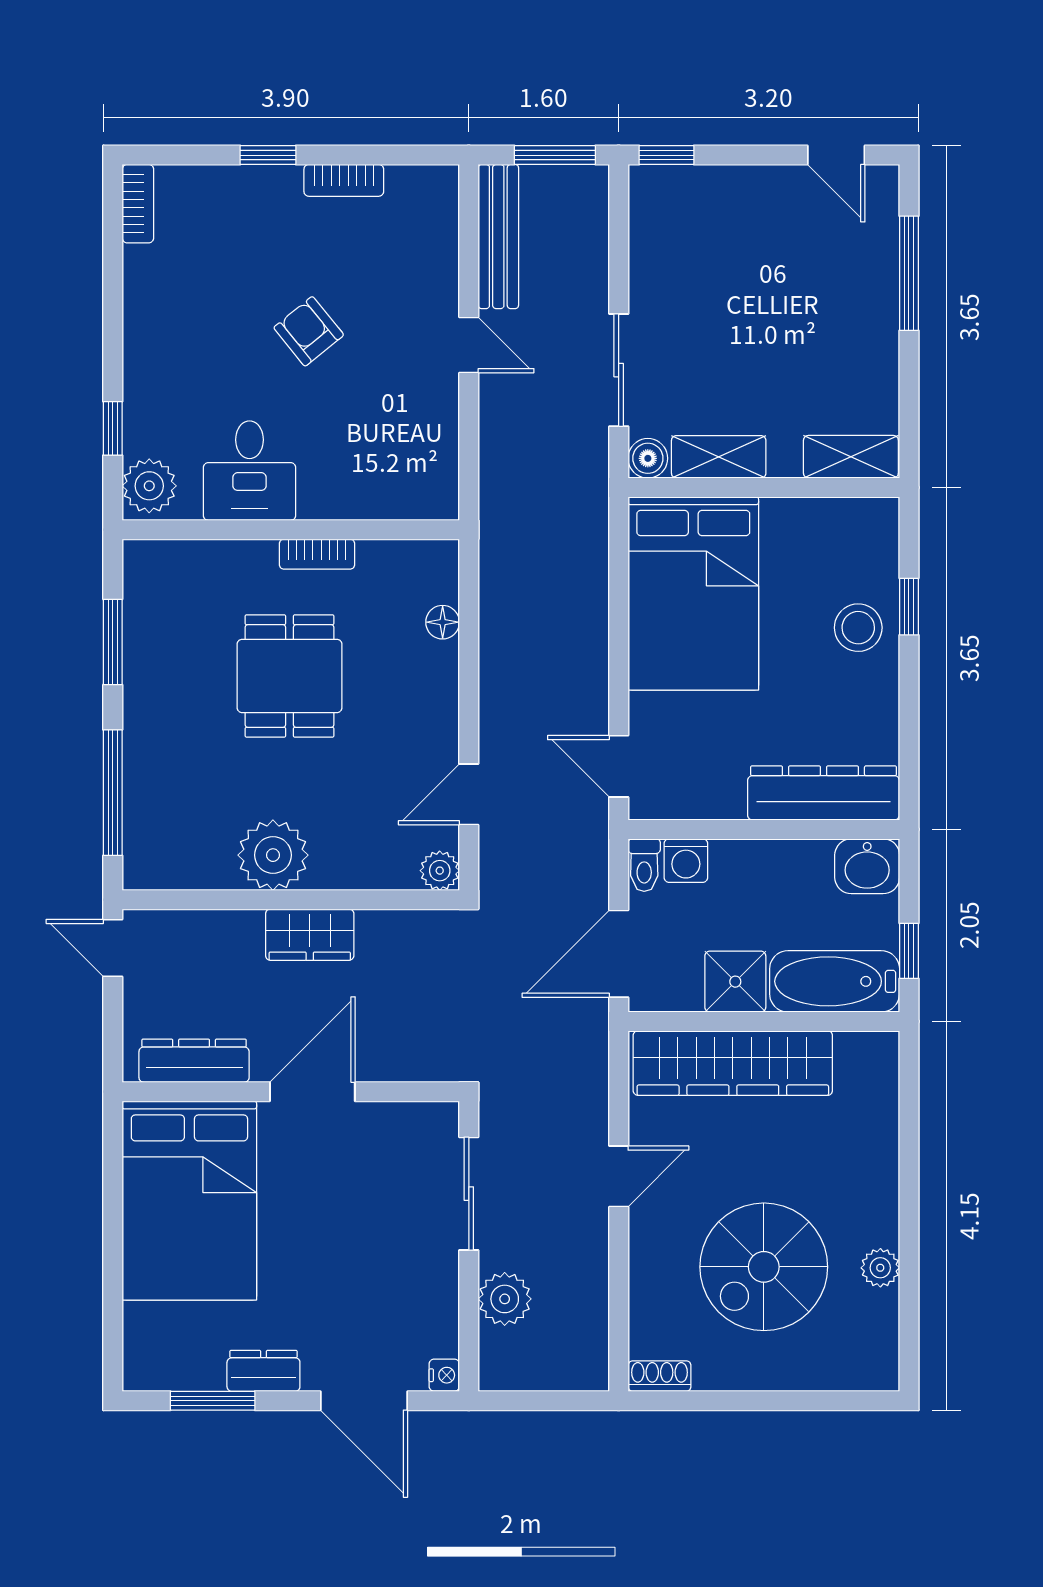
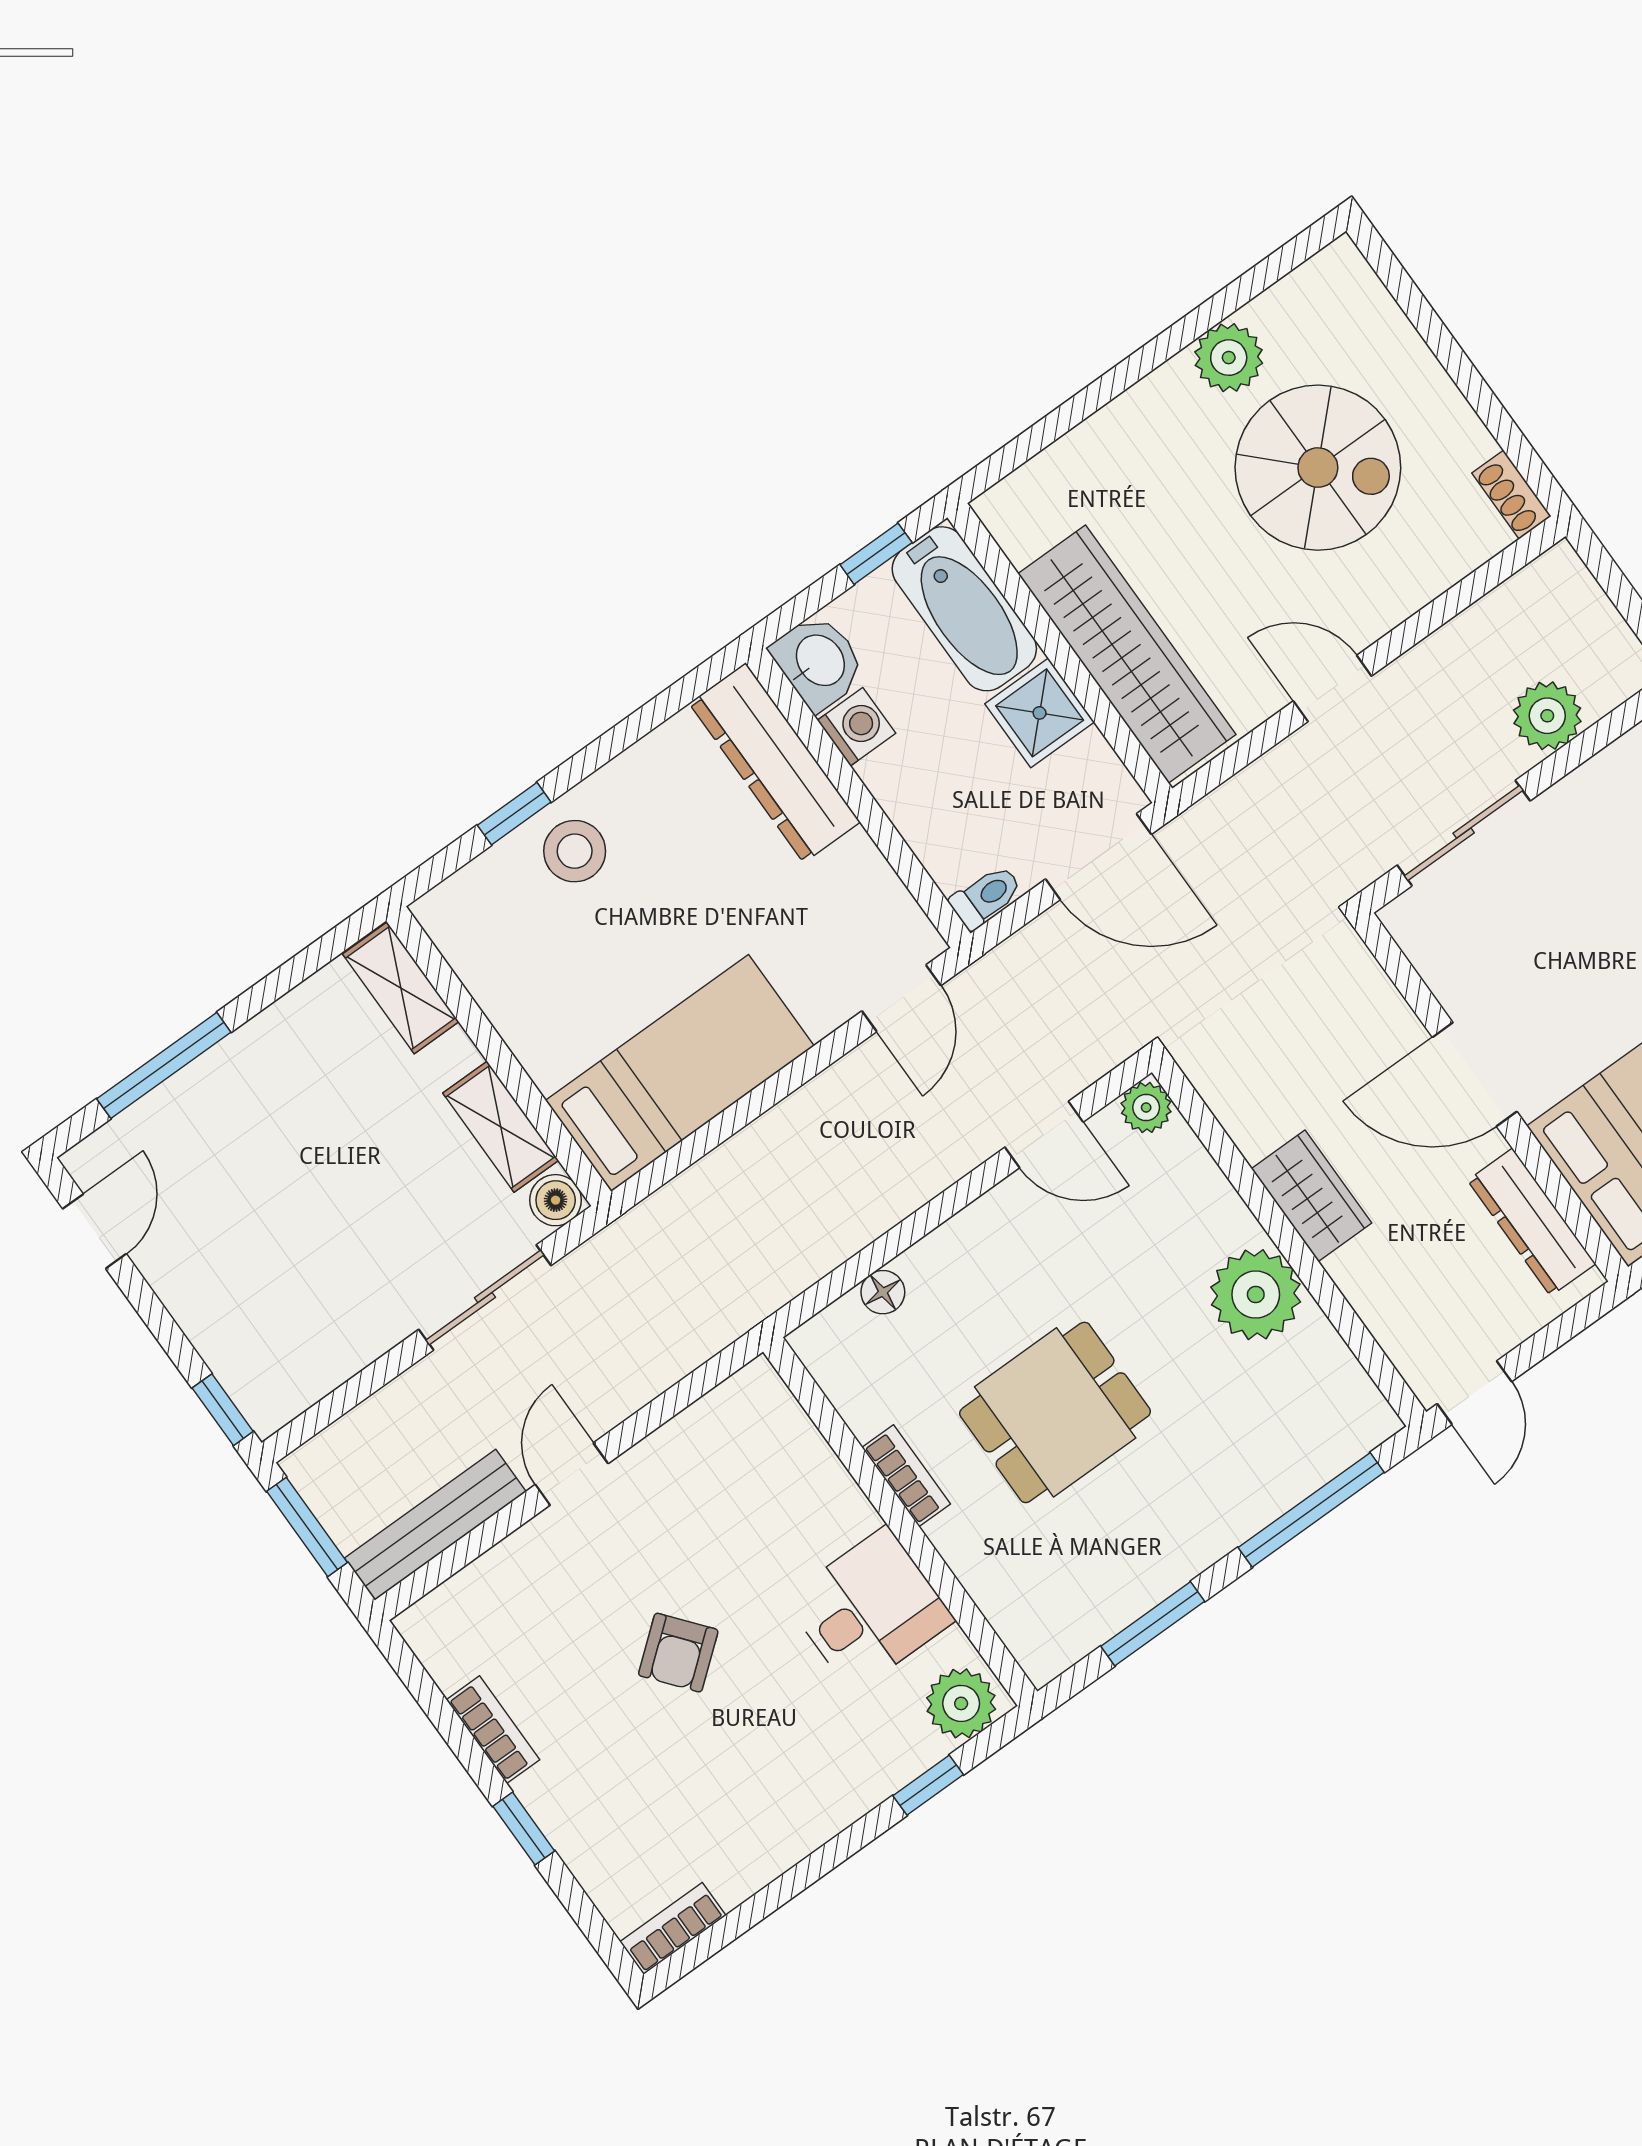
bed: (693, 594) -> (680, 1073), width x0.67
washing machine: (686, 861) -> (857, 727), moved
plant: (880, 1268) -> (1229, 358), width x1.38, depth x1.38

